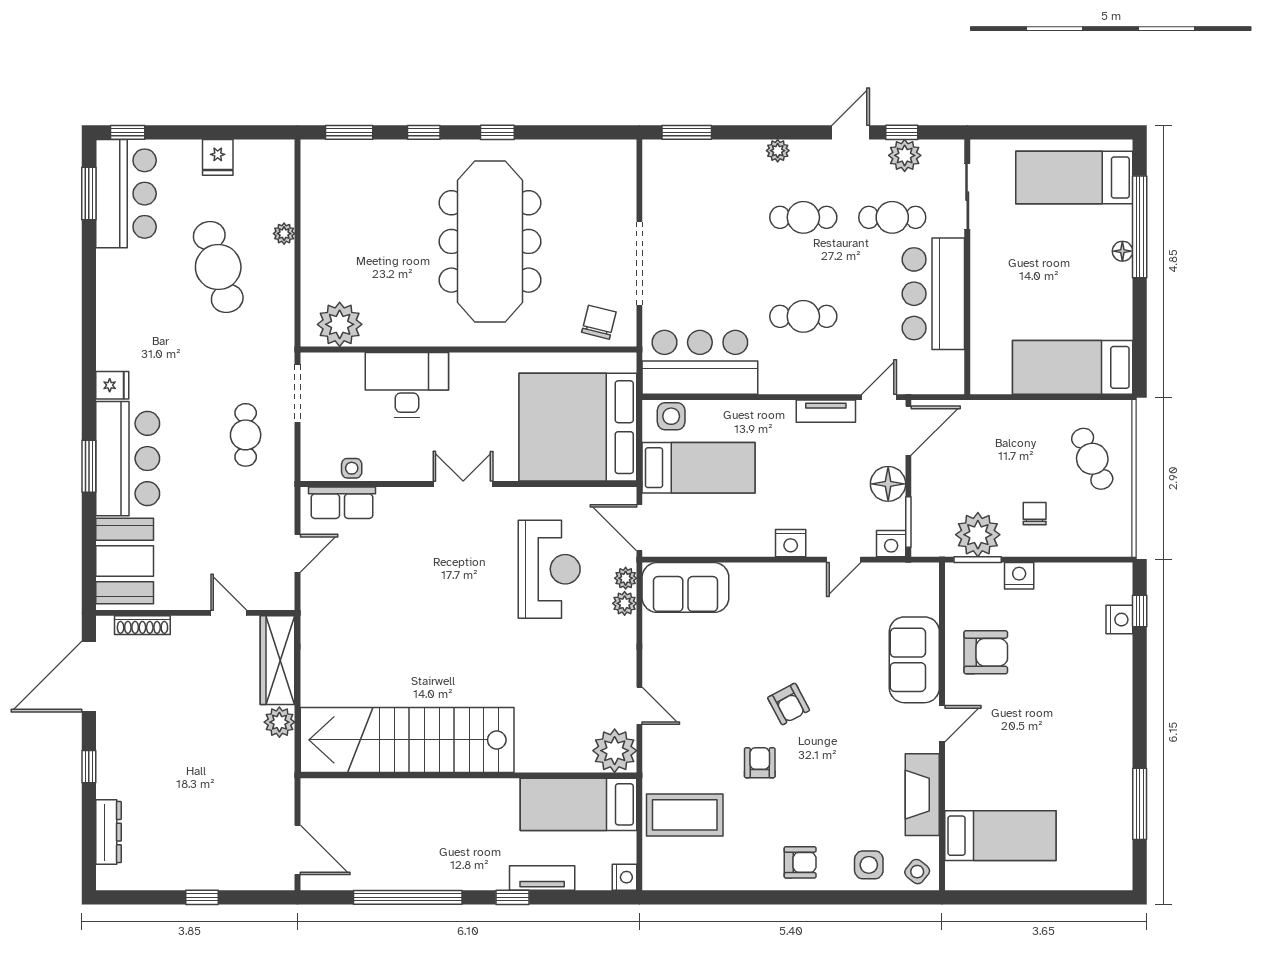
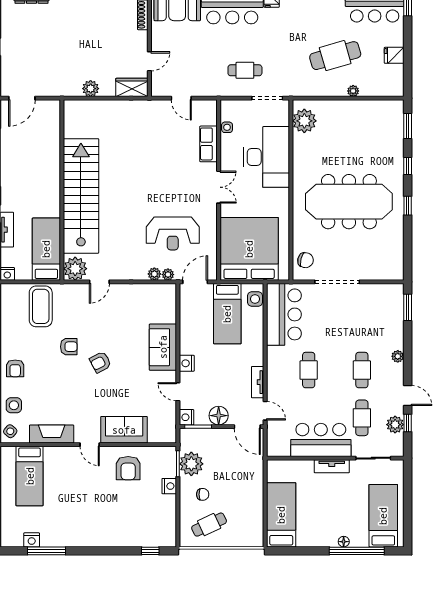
tv unit: (982, 273) -> (332, 466), added
desk: (407, 385) -> (267, 157), width x1.36, depth x1.30
cafe table: (1092, 459) -> (209, 525), moved
row of seats: (342, 503) -> (208, 144), moved
sofa: (685, 587) -> (163, 347), moved
nightstand: (1119, 620) -> (32, 540), moved
wardrobe: (278, 660) -> (132, 87), width x0.67
stairs: (407, 740) -> (81, 196), moved

